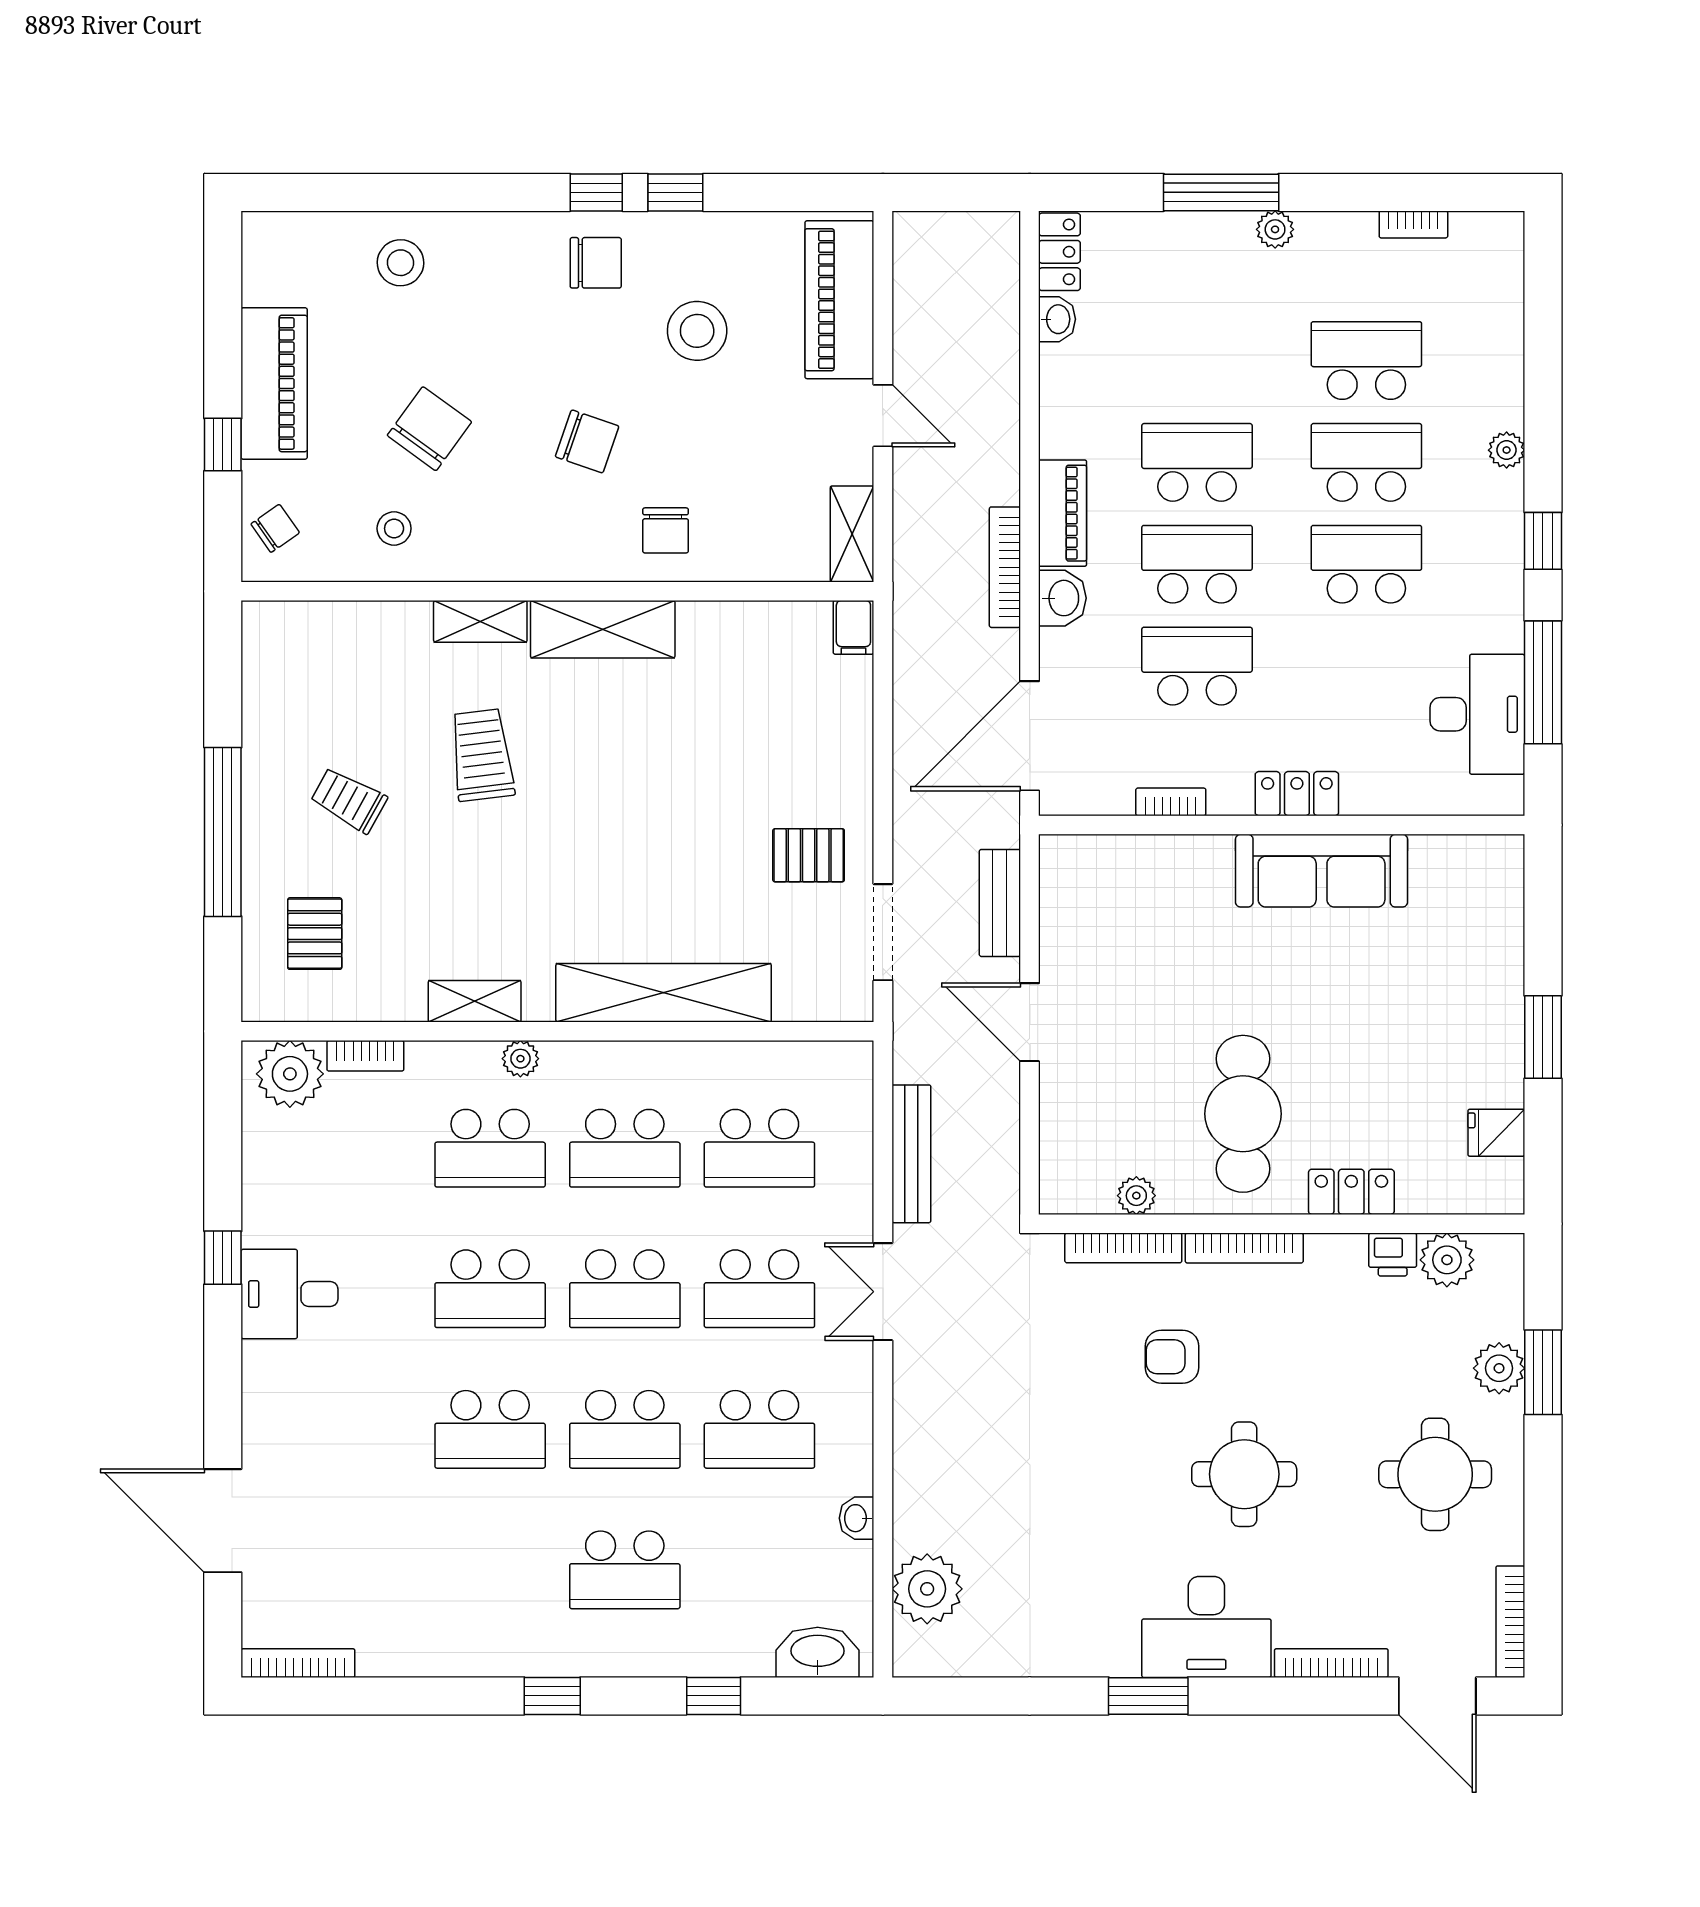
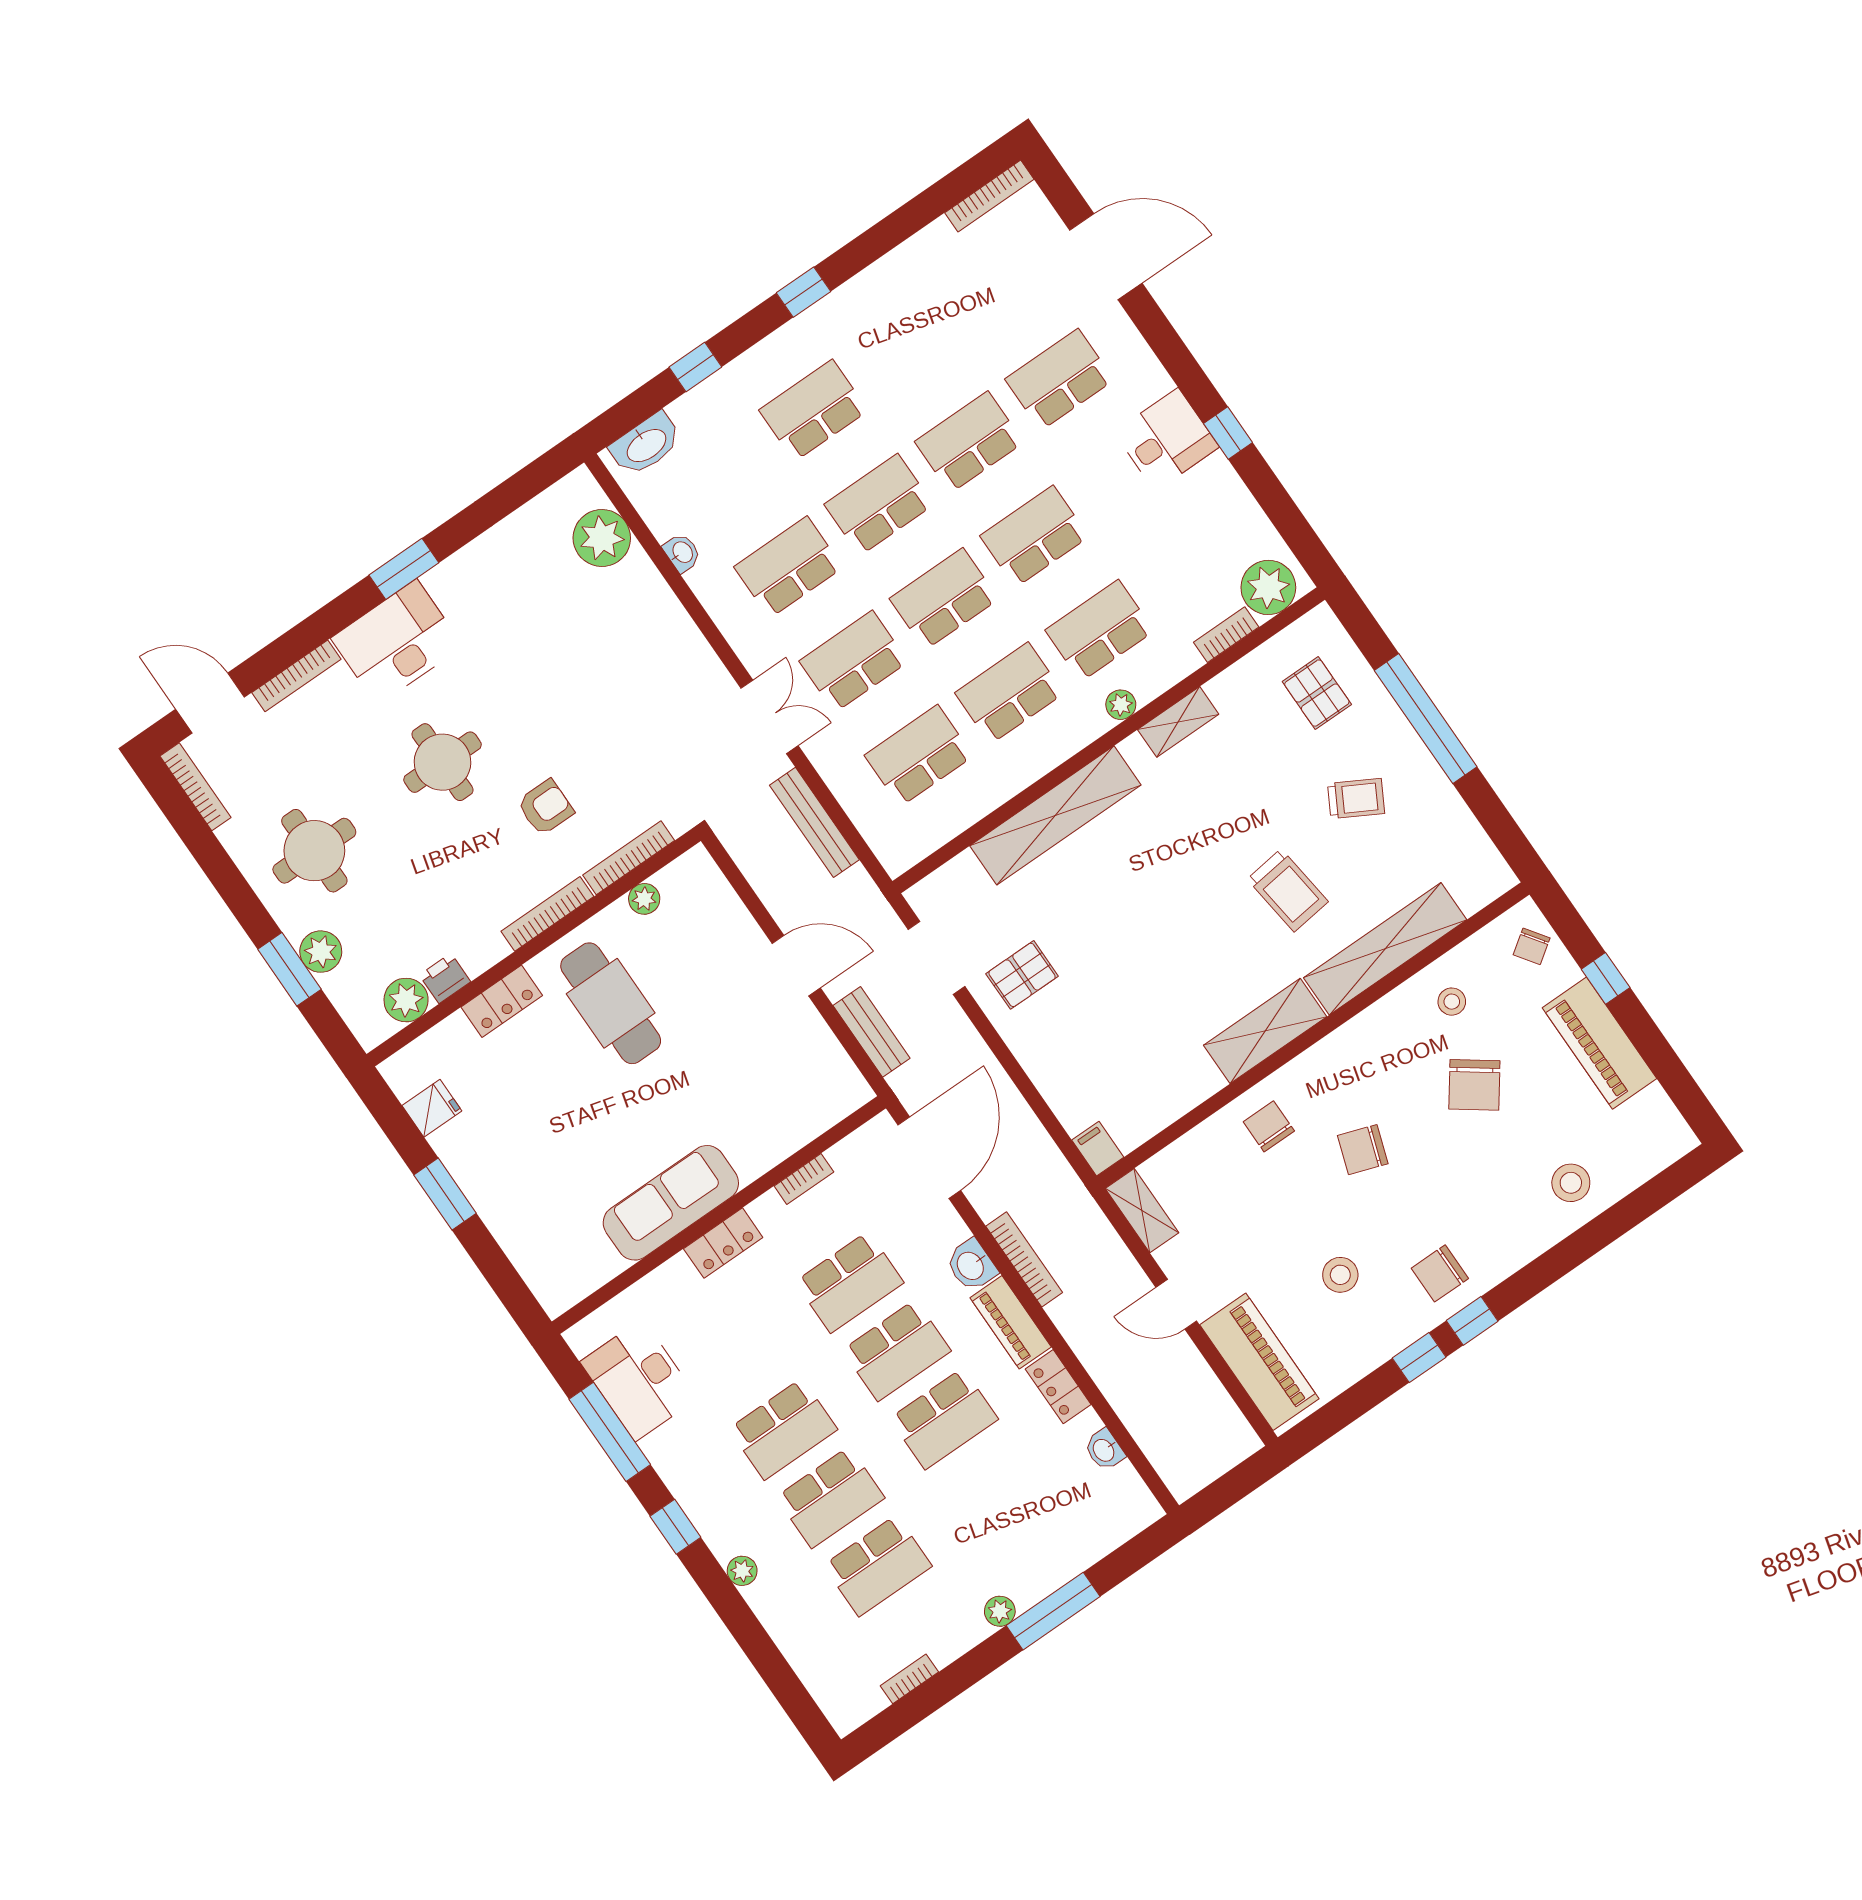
locker: (1059, 252) -> (1058, 1387), moved
stool: (697, 331) -> (1340, 1275), width x0.73, depth x0.73
shelving: (480, 621) -> (1385, 949), width x2.20, depth x1.33
school desk: (355, 1429) -> (1059, 380), added

